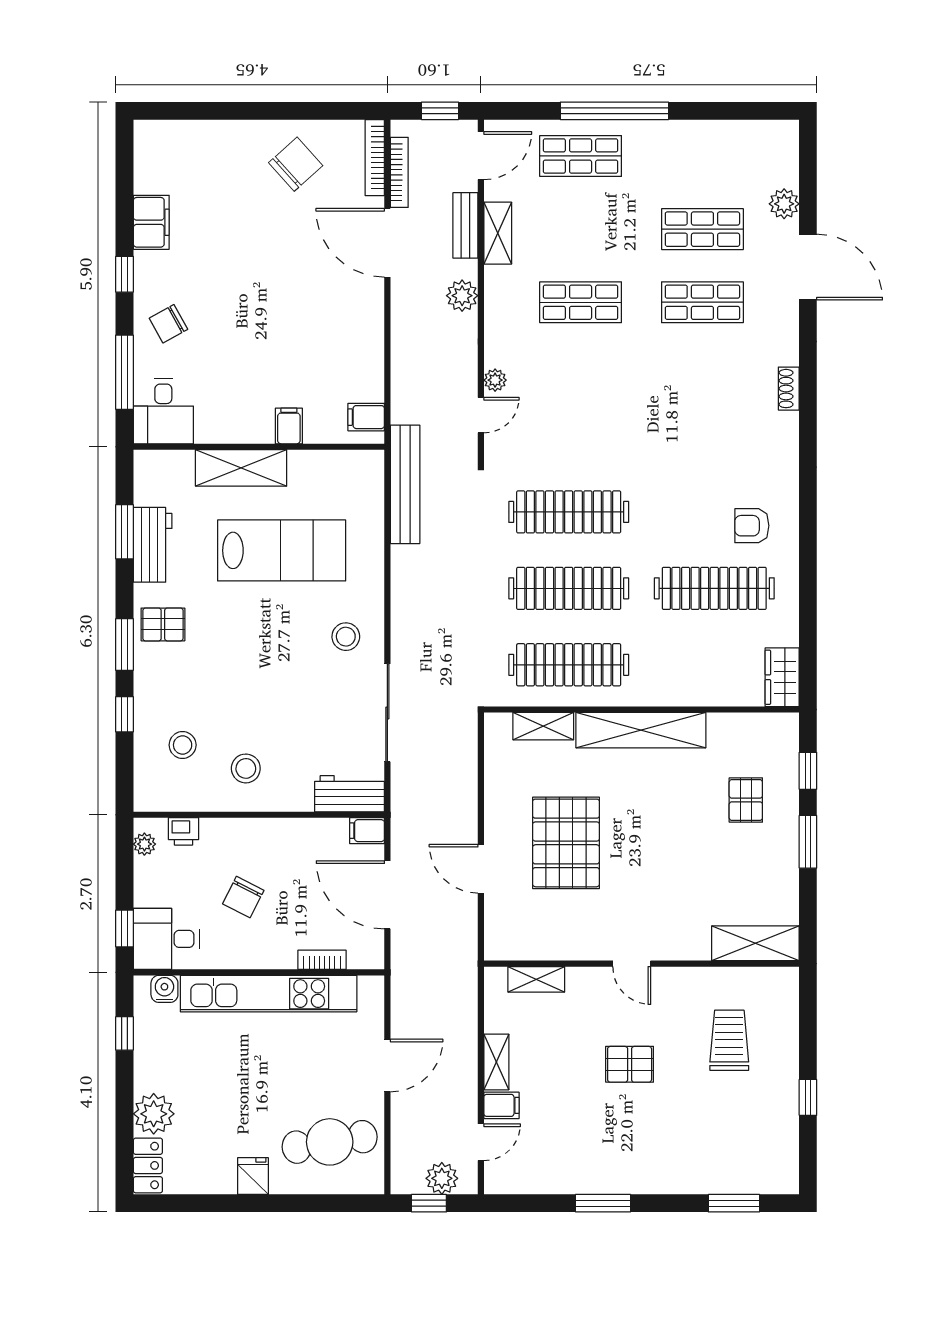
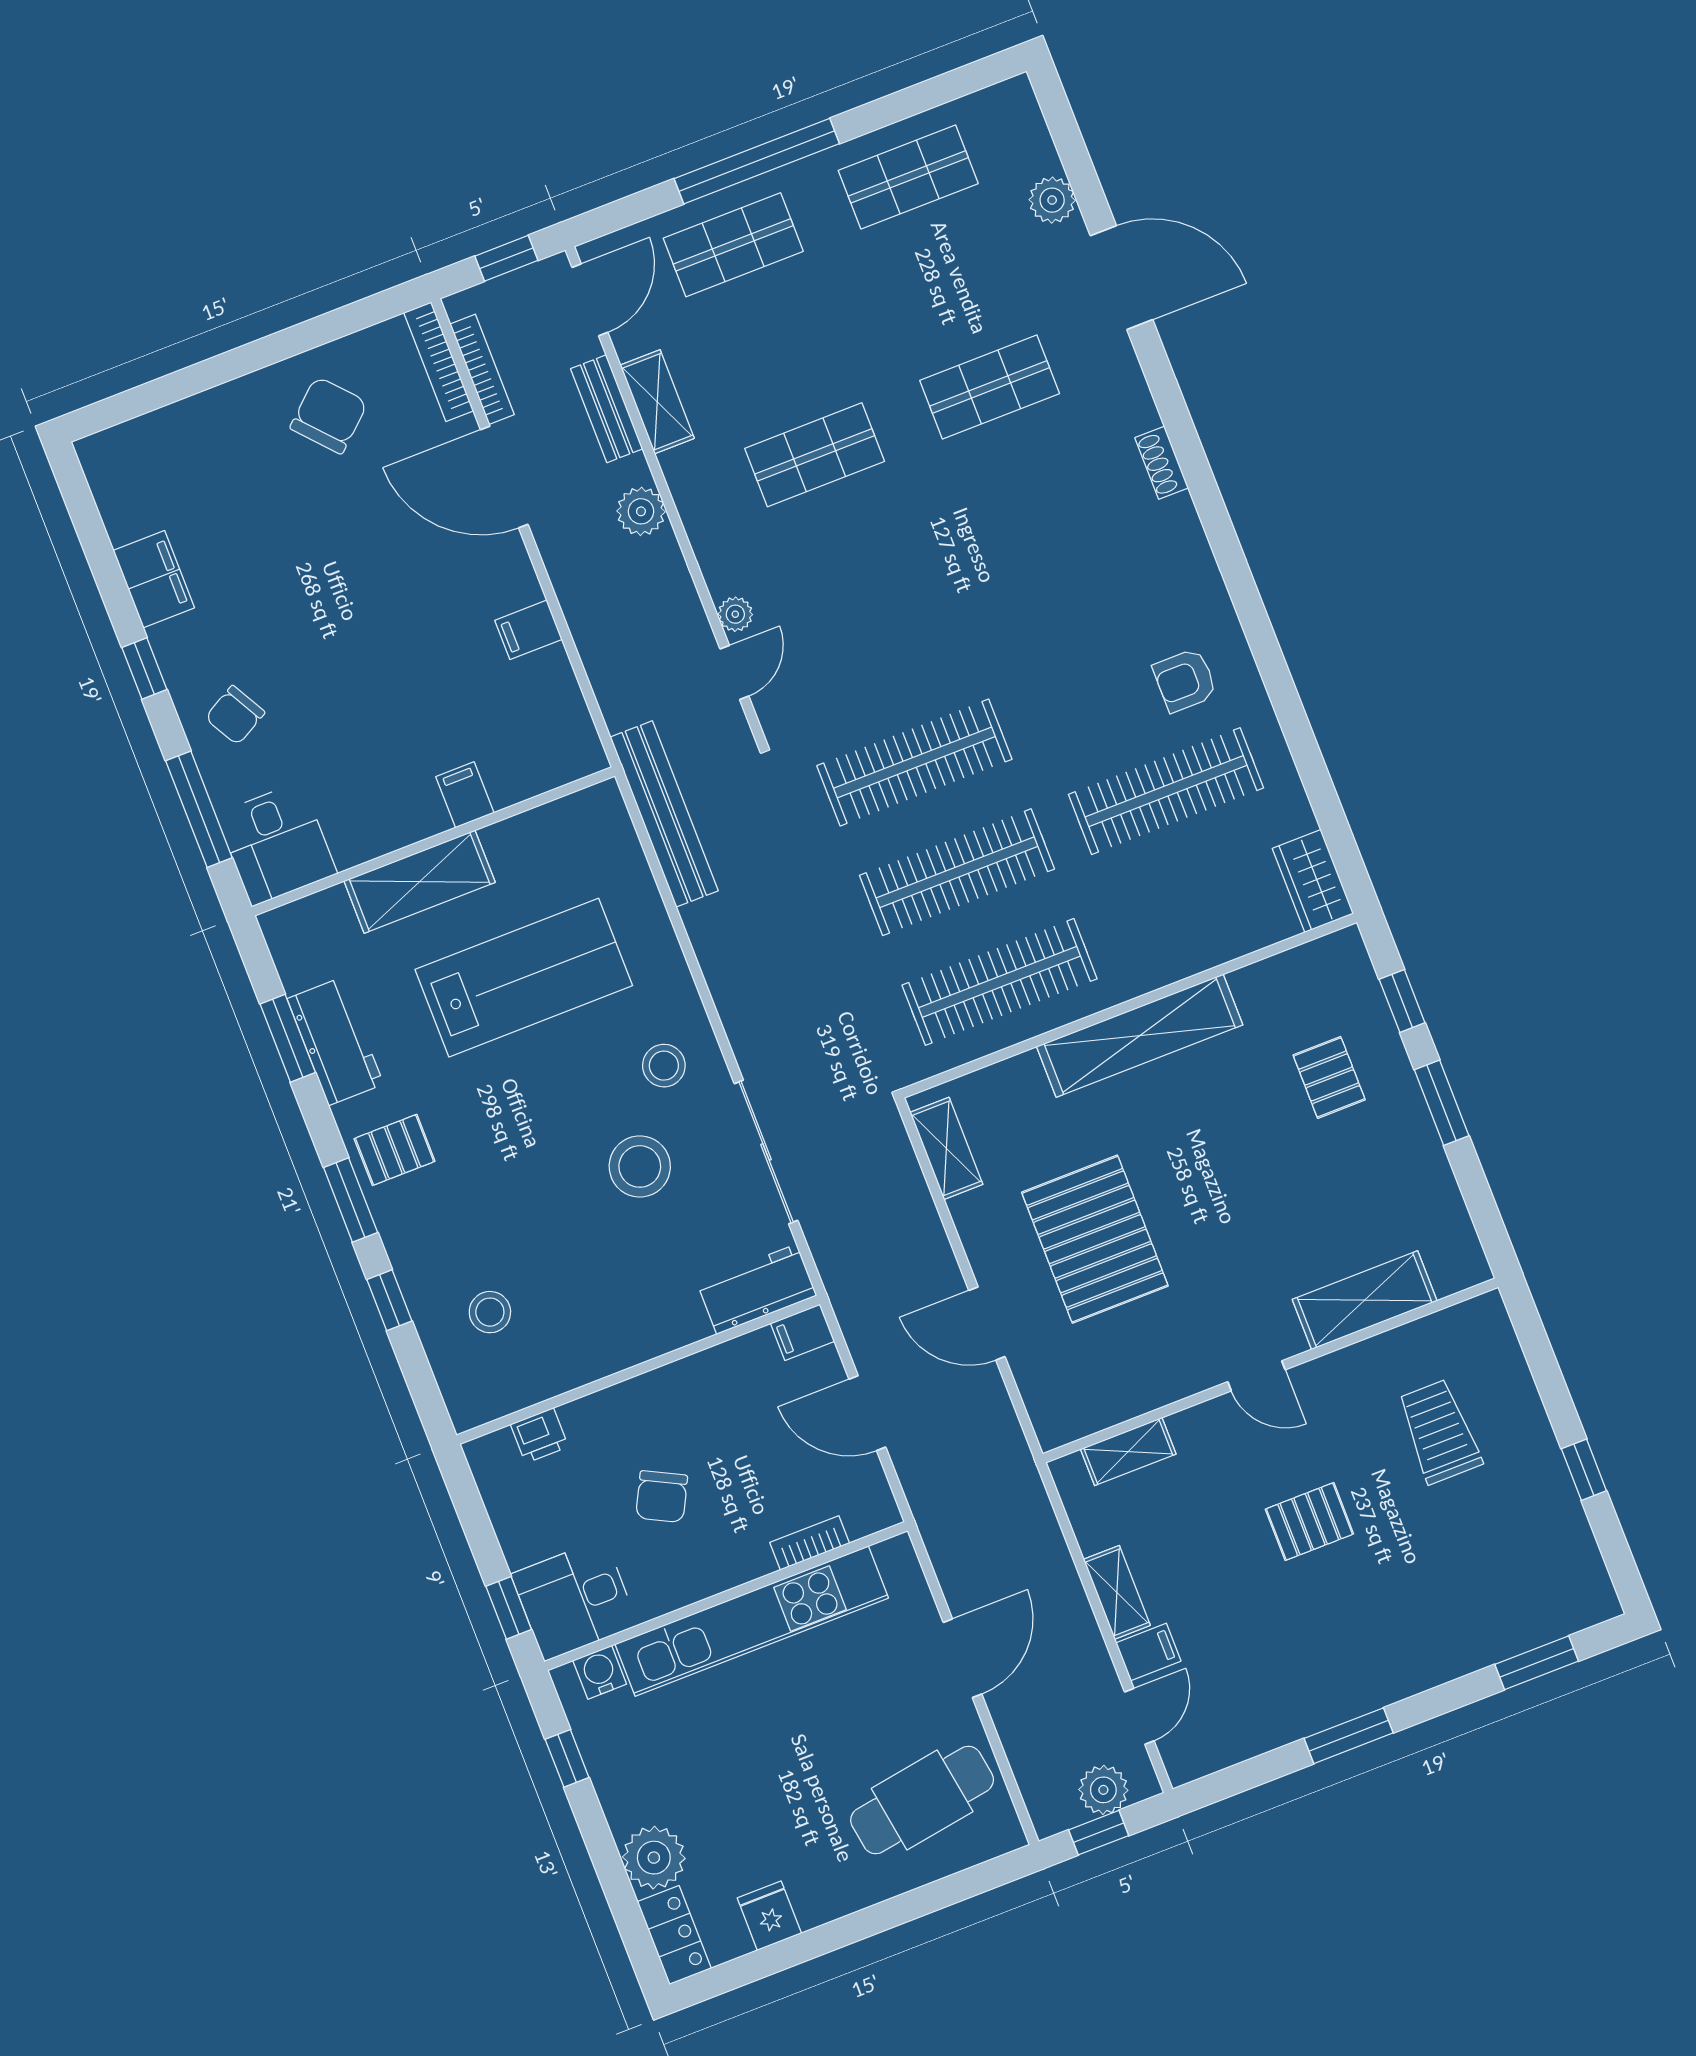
shop shelf: (702, 229) -> (908, 177), moved
filing cabinet: (366, 417) -> (528, 630), moved
shelving: (543, 726) -> (946, 1148), moved, turned 90
stool: (246, 768) -> (640, 1166), moved, width x1.38, depth x1.38
plant: (144, 844) -> (490, 1476), removed
door: (387, 895) -> (867, 1413), width x0.73
shelving: (755, 943) -> (1365, 1300), moved
fridge: (253, 1176) -> (769, 1916), moved

